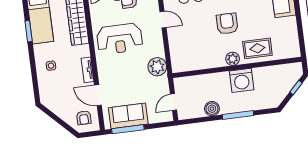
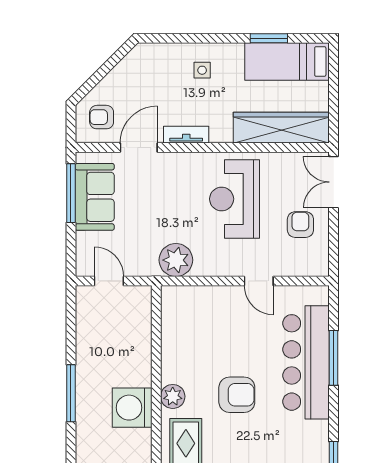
door: (163, 20) -> (259, 281), hinge flipped
boiler: (212, 109) -> (88, 348), removed

